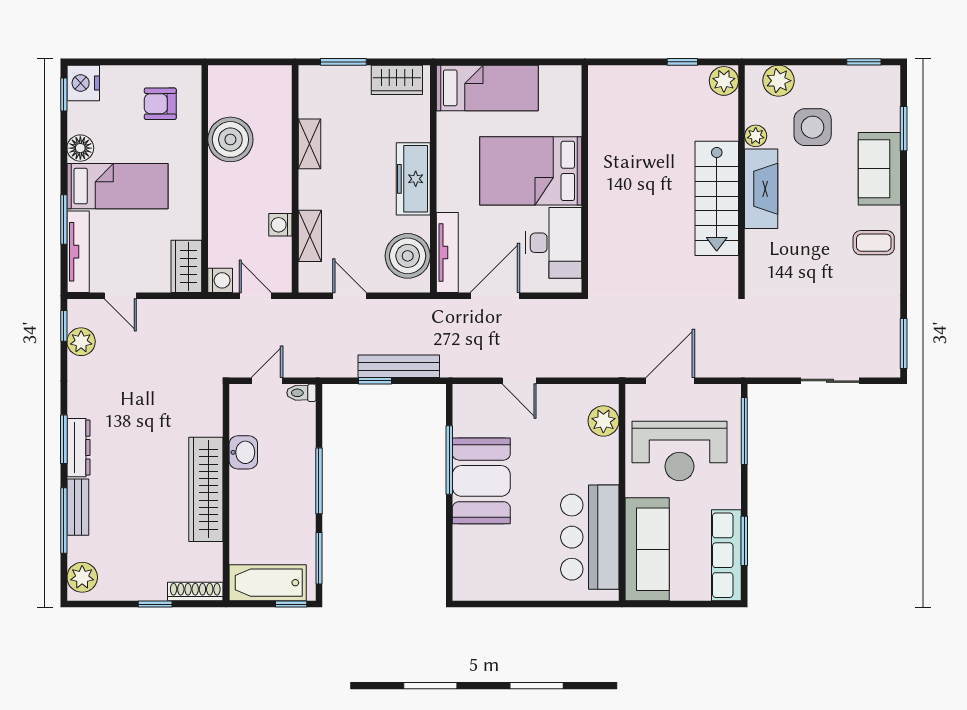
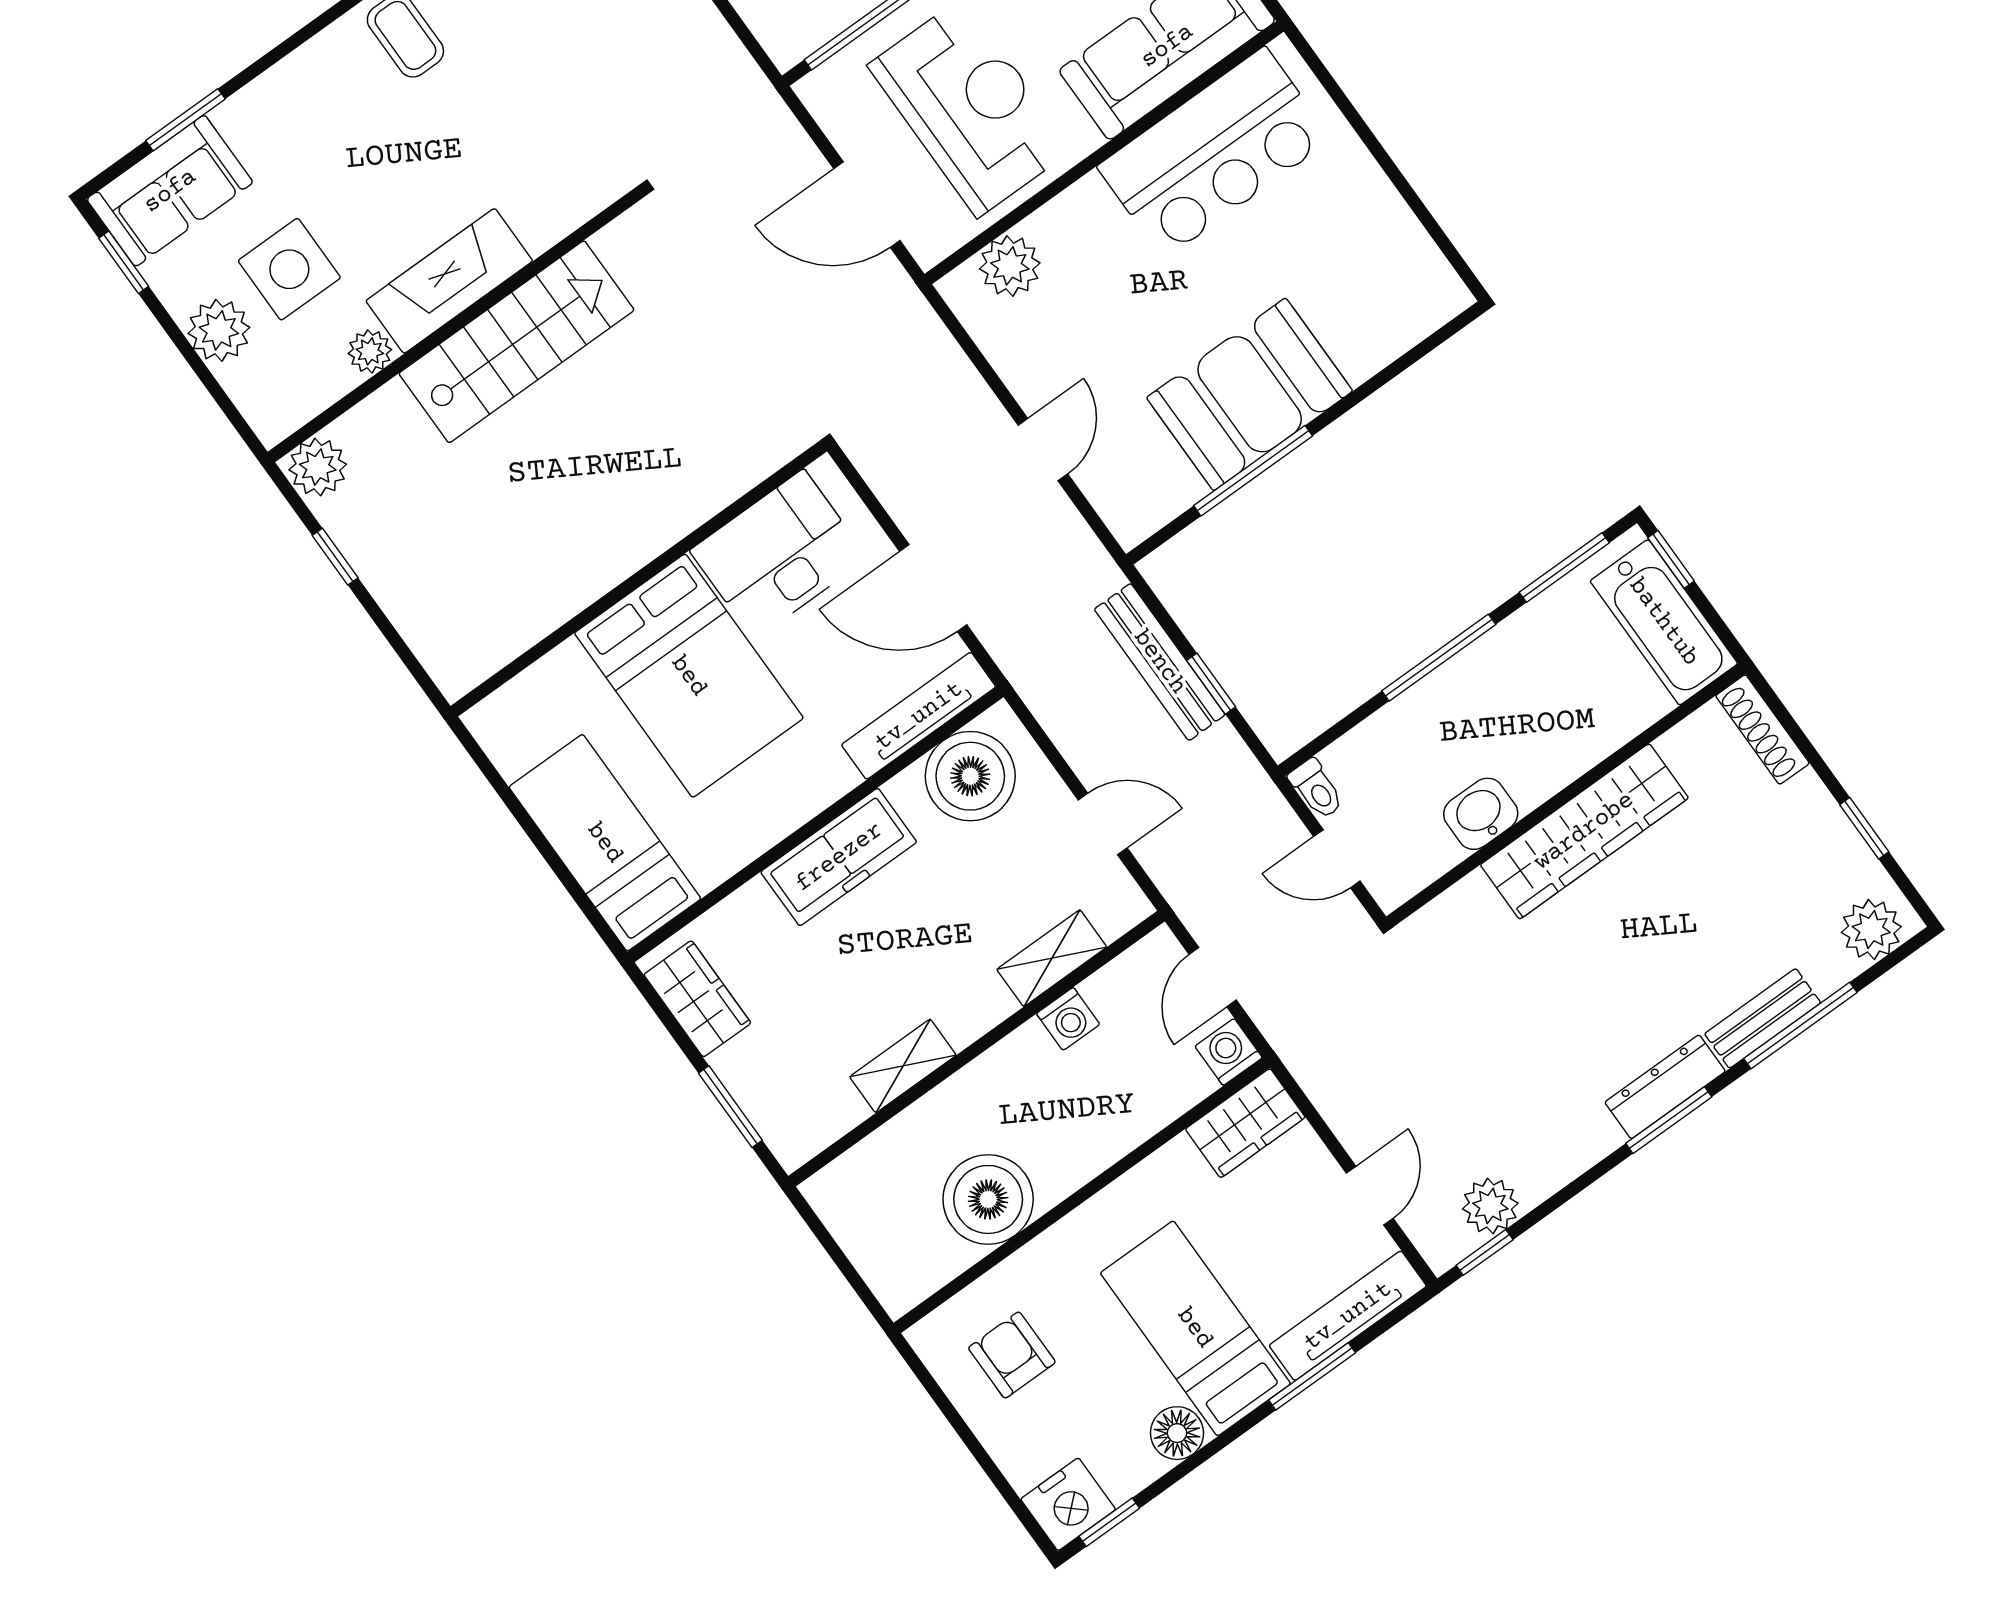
plant: (779, 81) -> (219, 330), moved
armchair: (160, 104) -> (1012, 1355), turned 180
sofa: (879, 169) -> (170, 191), moved
door: (350, 296) -> (1103, 824), swing flipped
window: (155, 604) -> (1864, 828), moved

